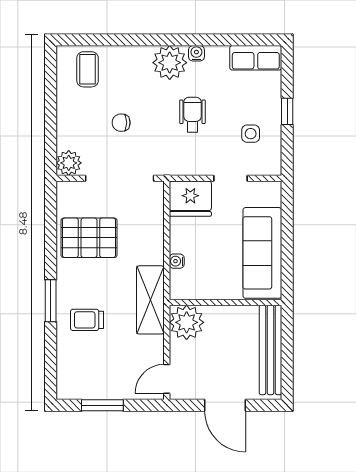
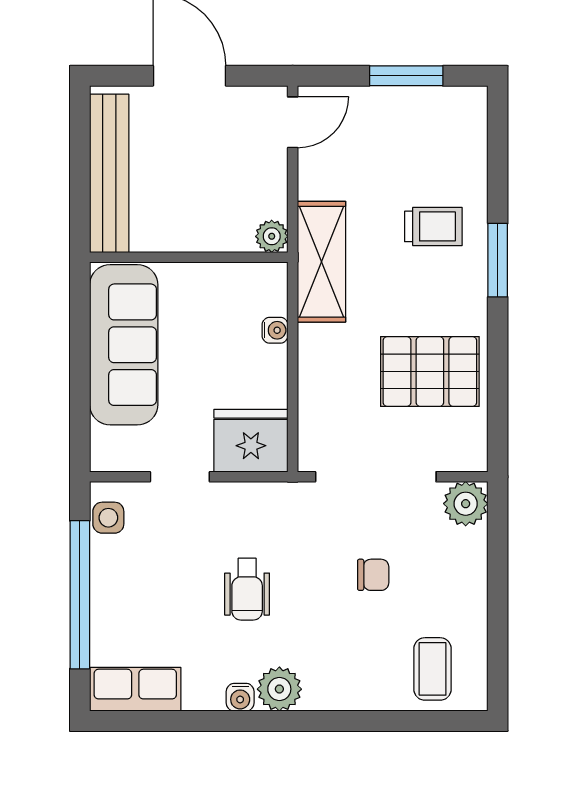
plant: (170, 63) -> (279, 689), width x0.73, depth x0.73
window: (287, 111) -> (80, 595), width x3.17
side table: (251, 134) -> (108, 518), moved
plant: (187, 322) -> (272, 236), width x0.53, depth x0.53

